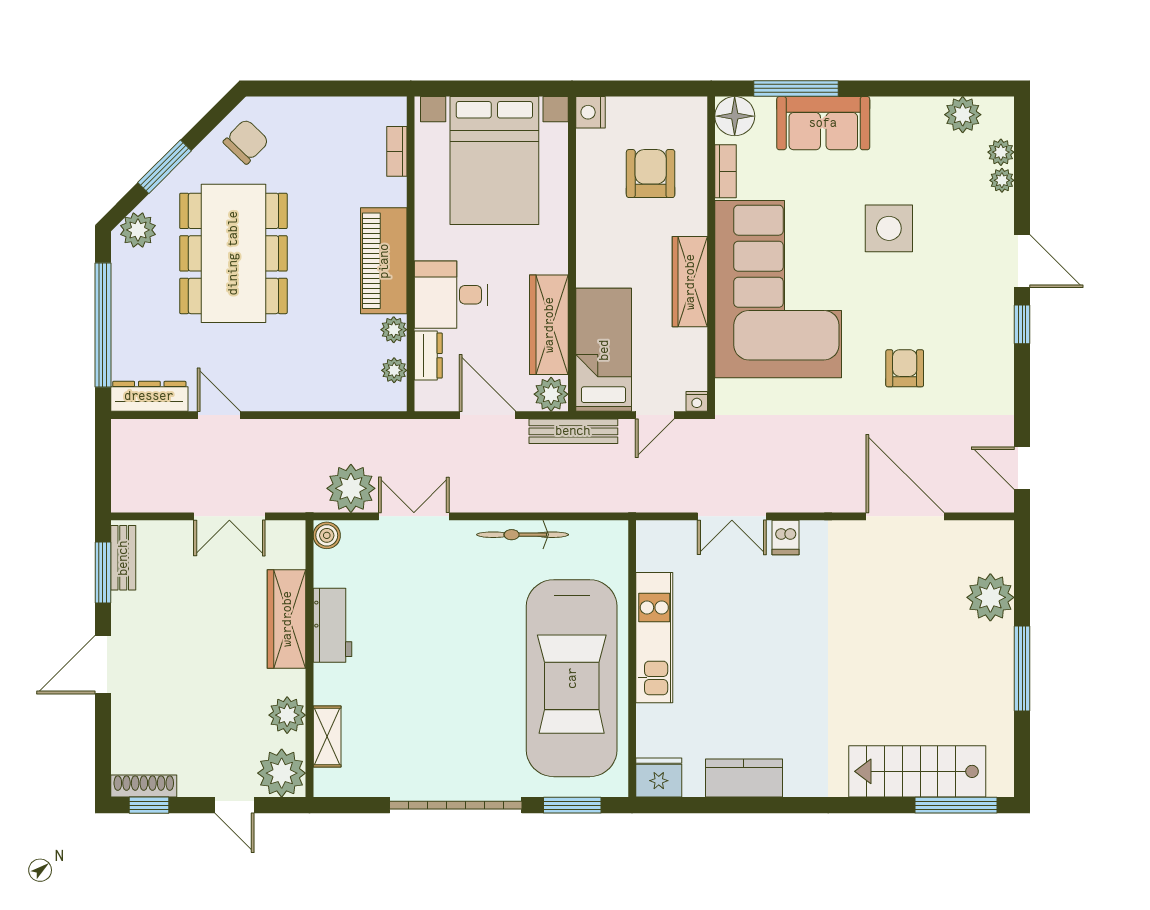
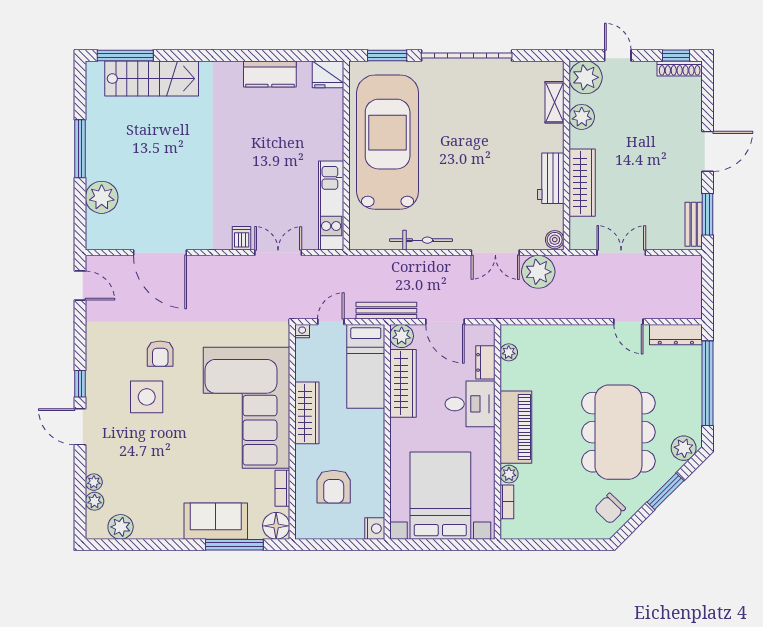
side table: (889, 228) -> (147, 397), moved
plant: (394, 330) -> (509, 474), moved
kitchen unit: (654, 638) -> (331, 205), moved

